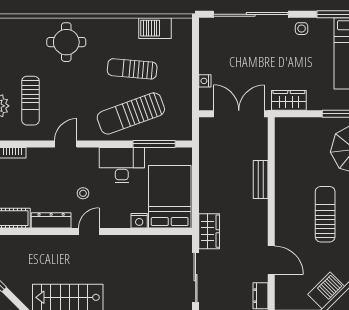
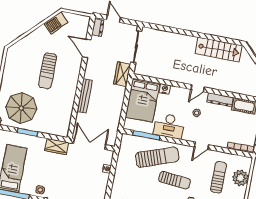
sun lounger: (132, 69) -> (175, 180), moved
double door: (239, 114) -> (90, 144), swing flipped
bench: (261, 179) -> (85, 96), width x1.36

